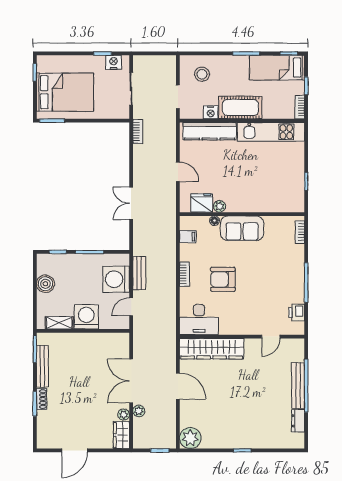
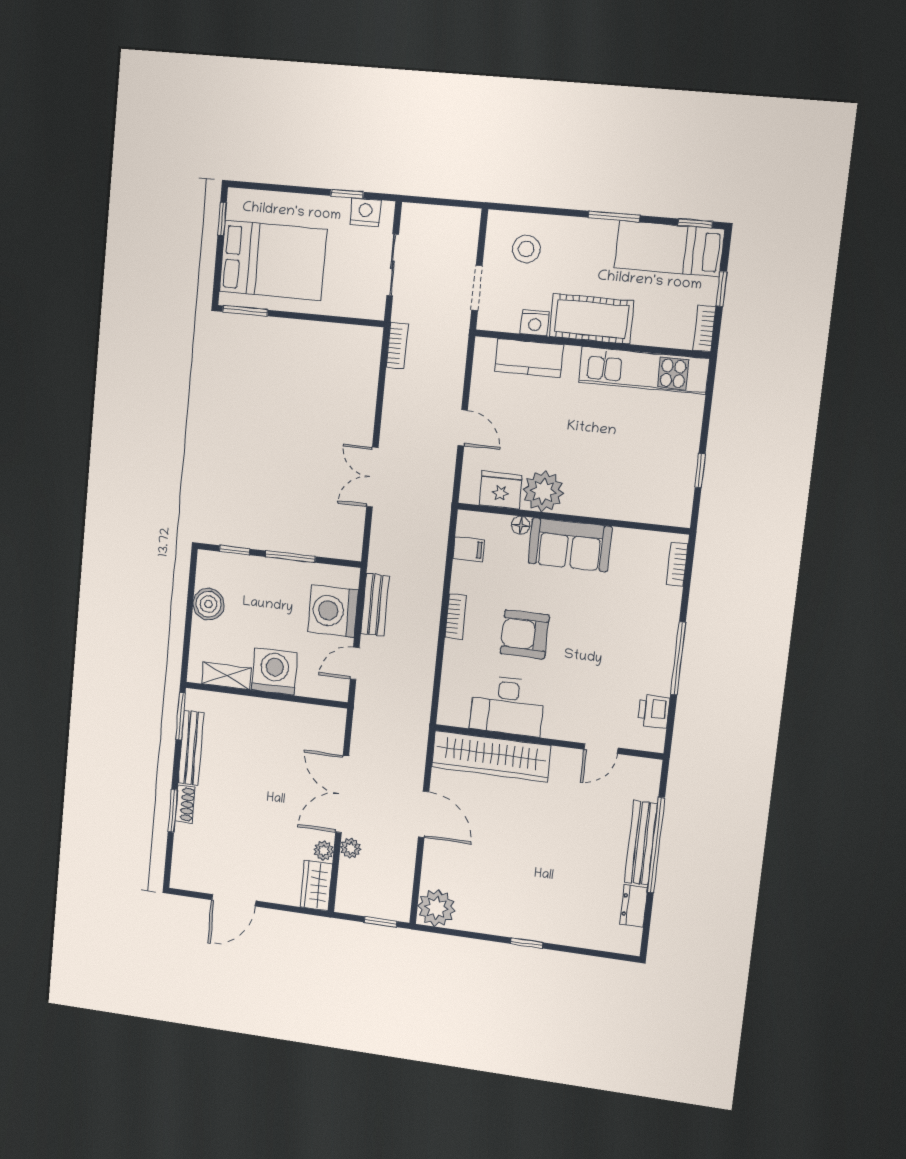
kitchen counter: (210, 131) -> (529, 358), width x0.67
plant: (220, 206) -> (543, 491), width x1.88, depth x1.88
desk: (199, 320) -> (507, 706), moved

